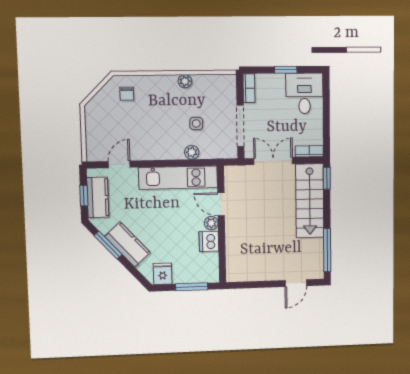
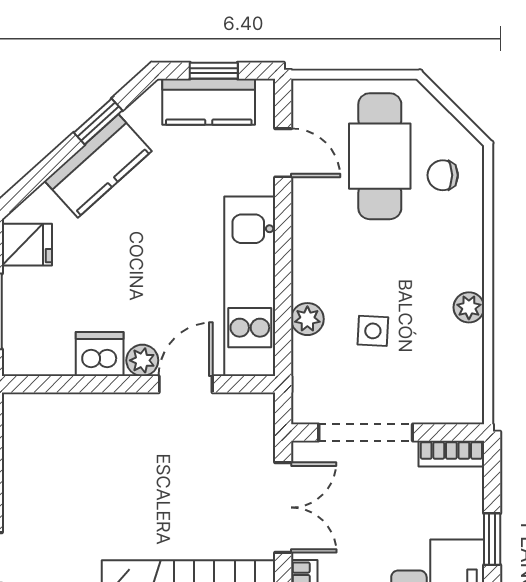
cafe table: (119, 122) -> (380, 156), added
window: (108, 245) -> (98, 122), width x0.67

